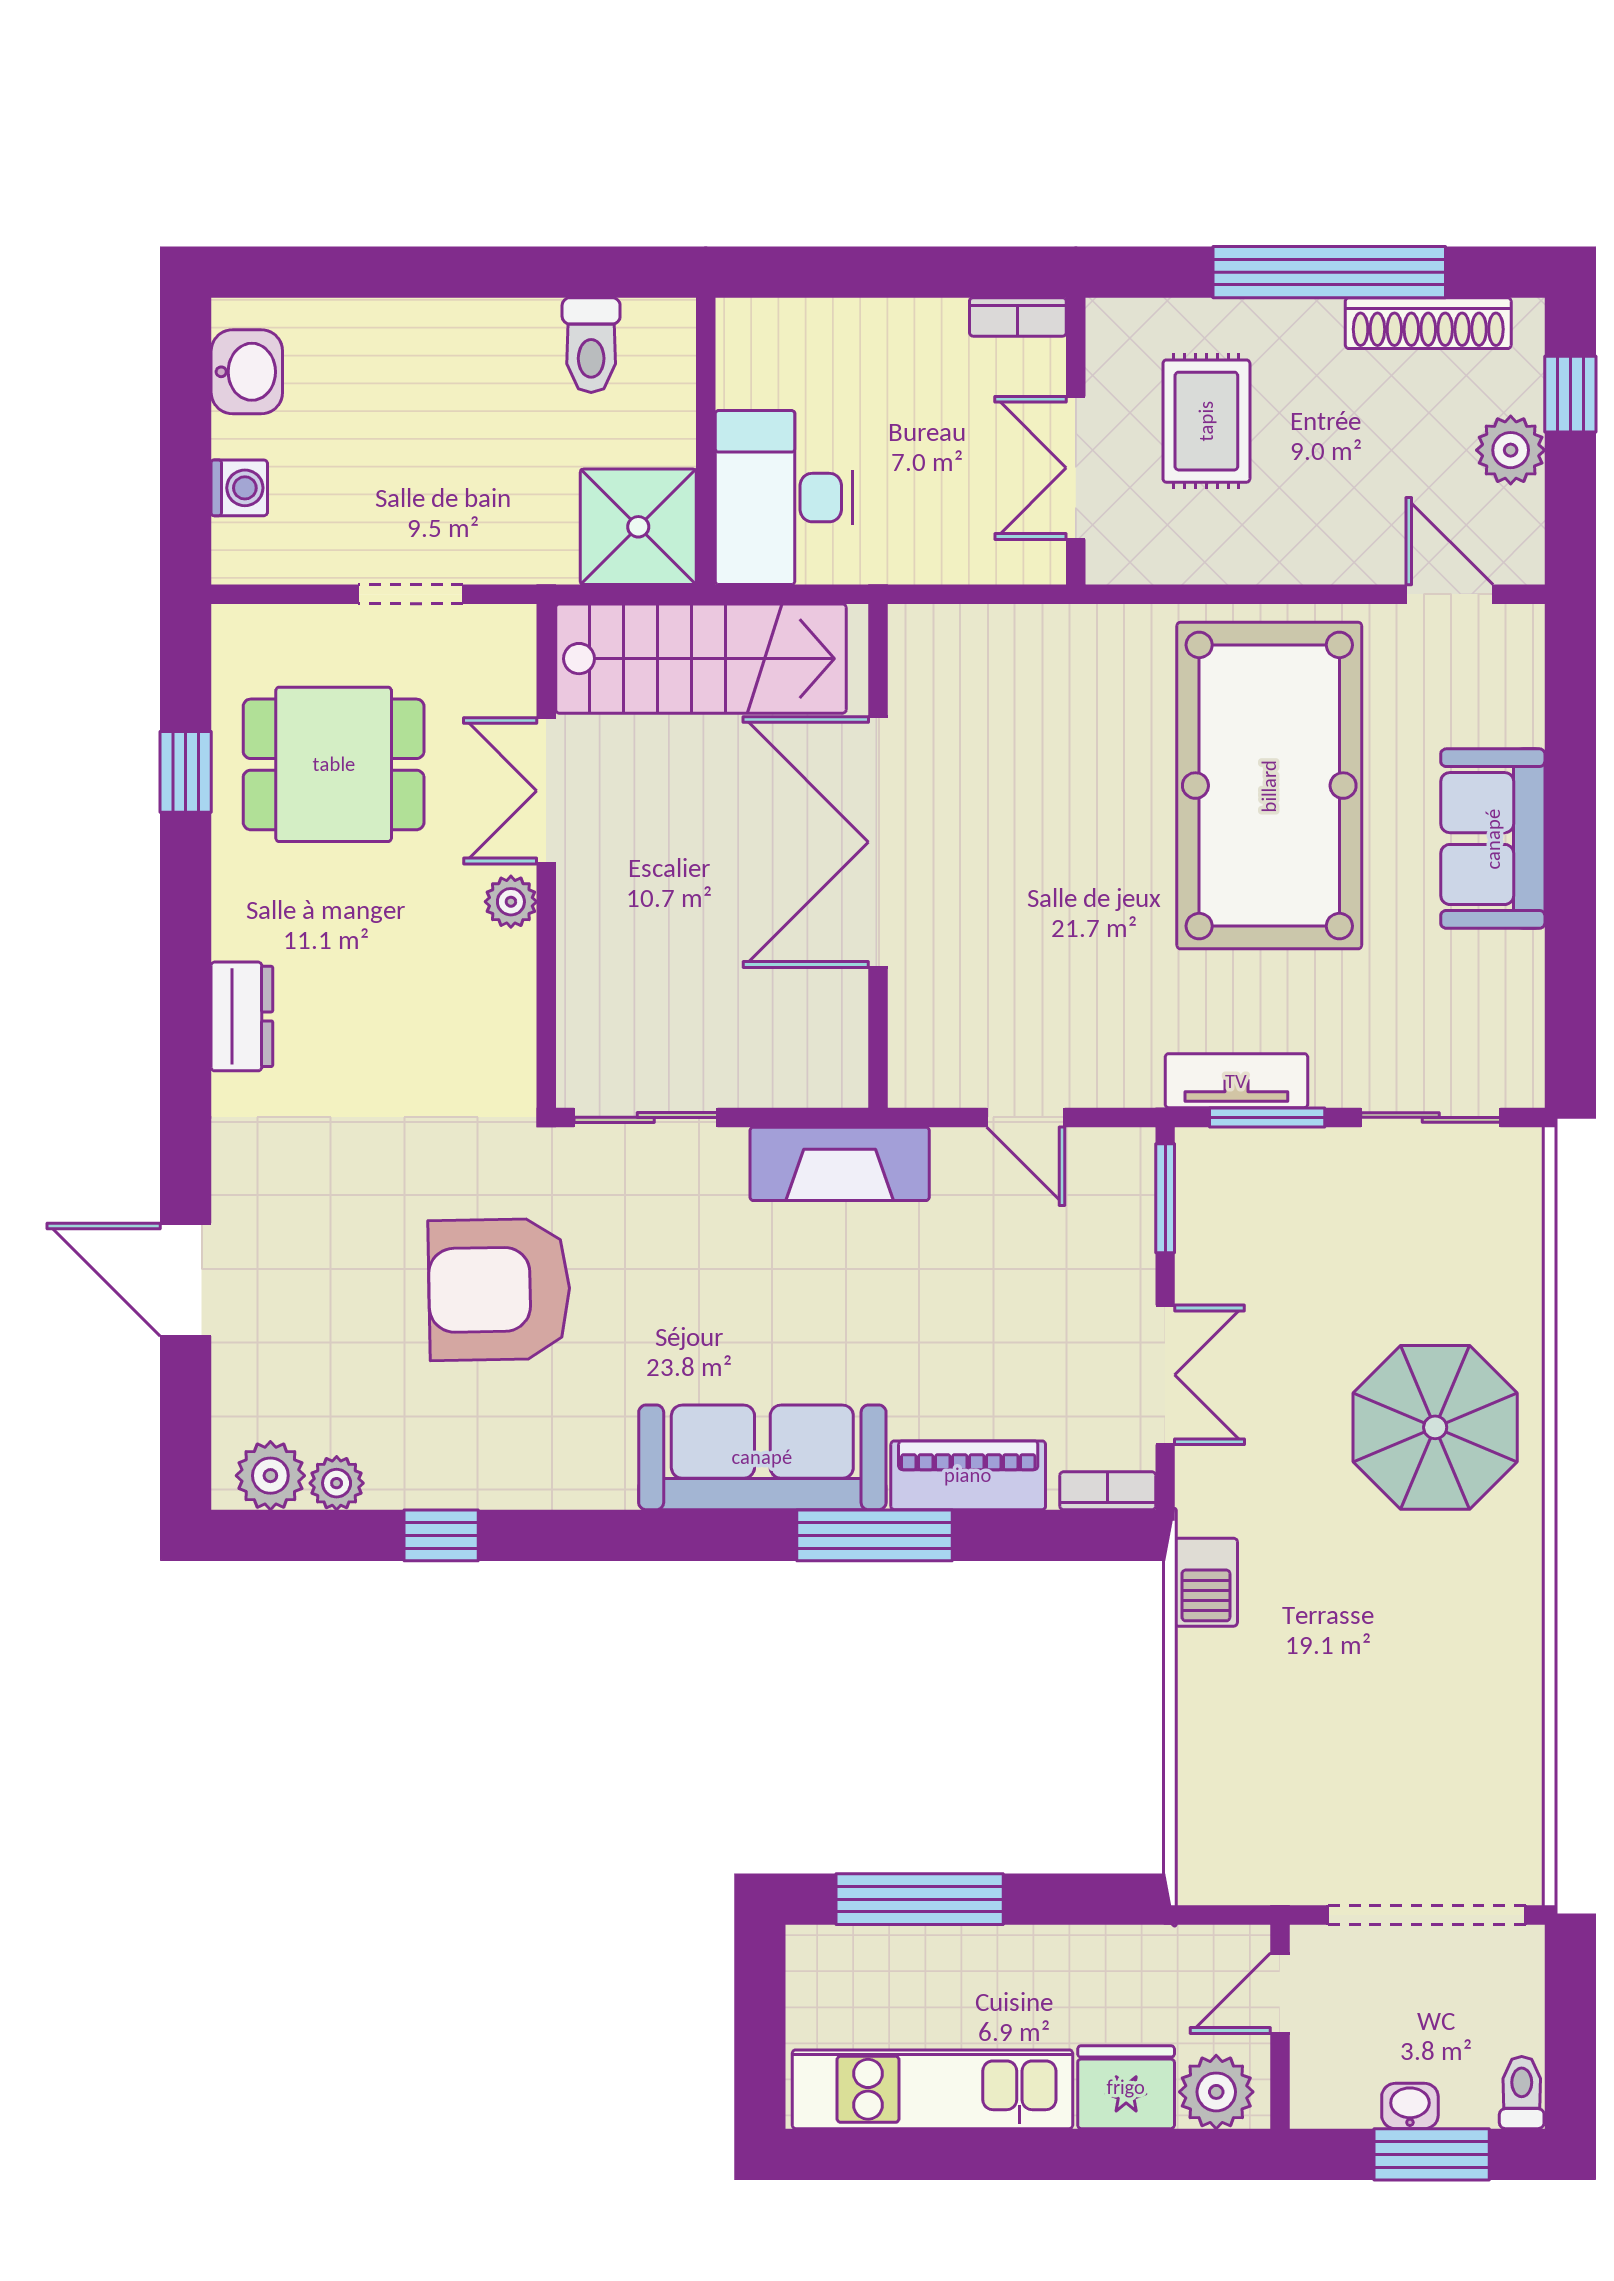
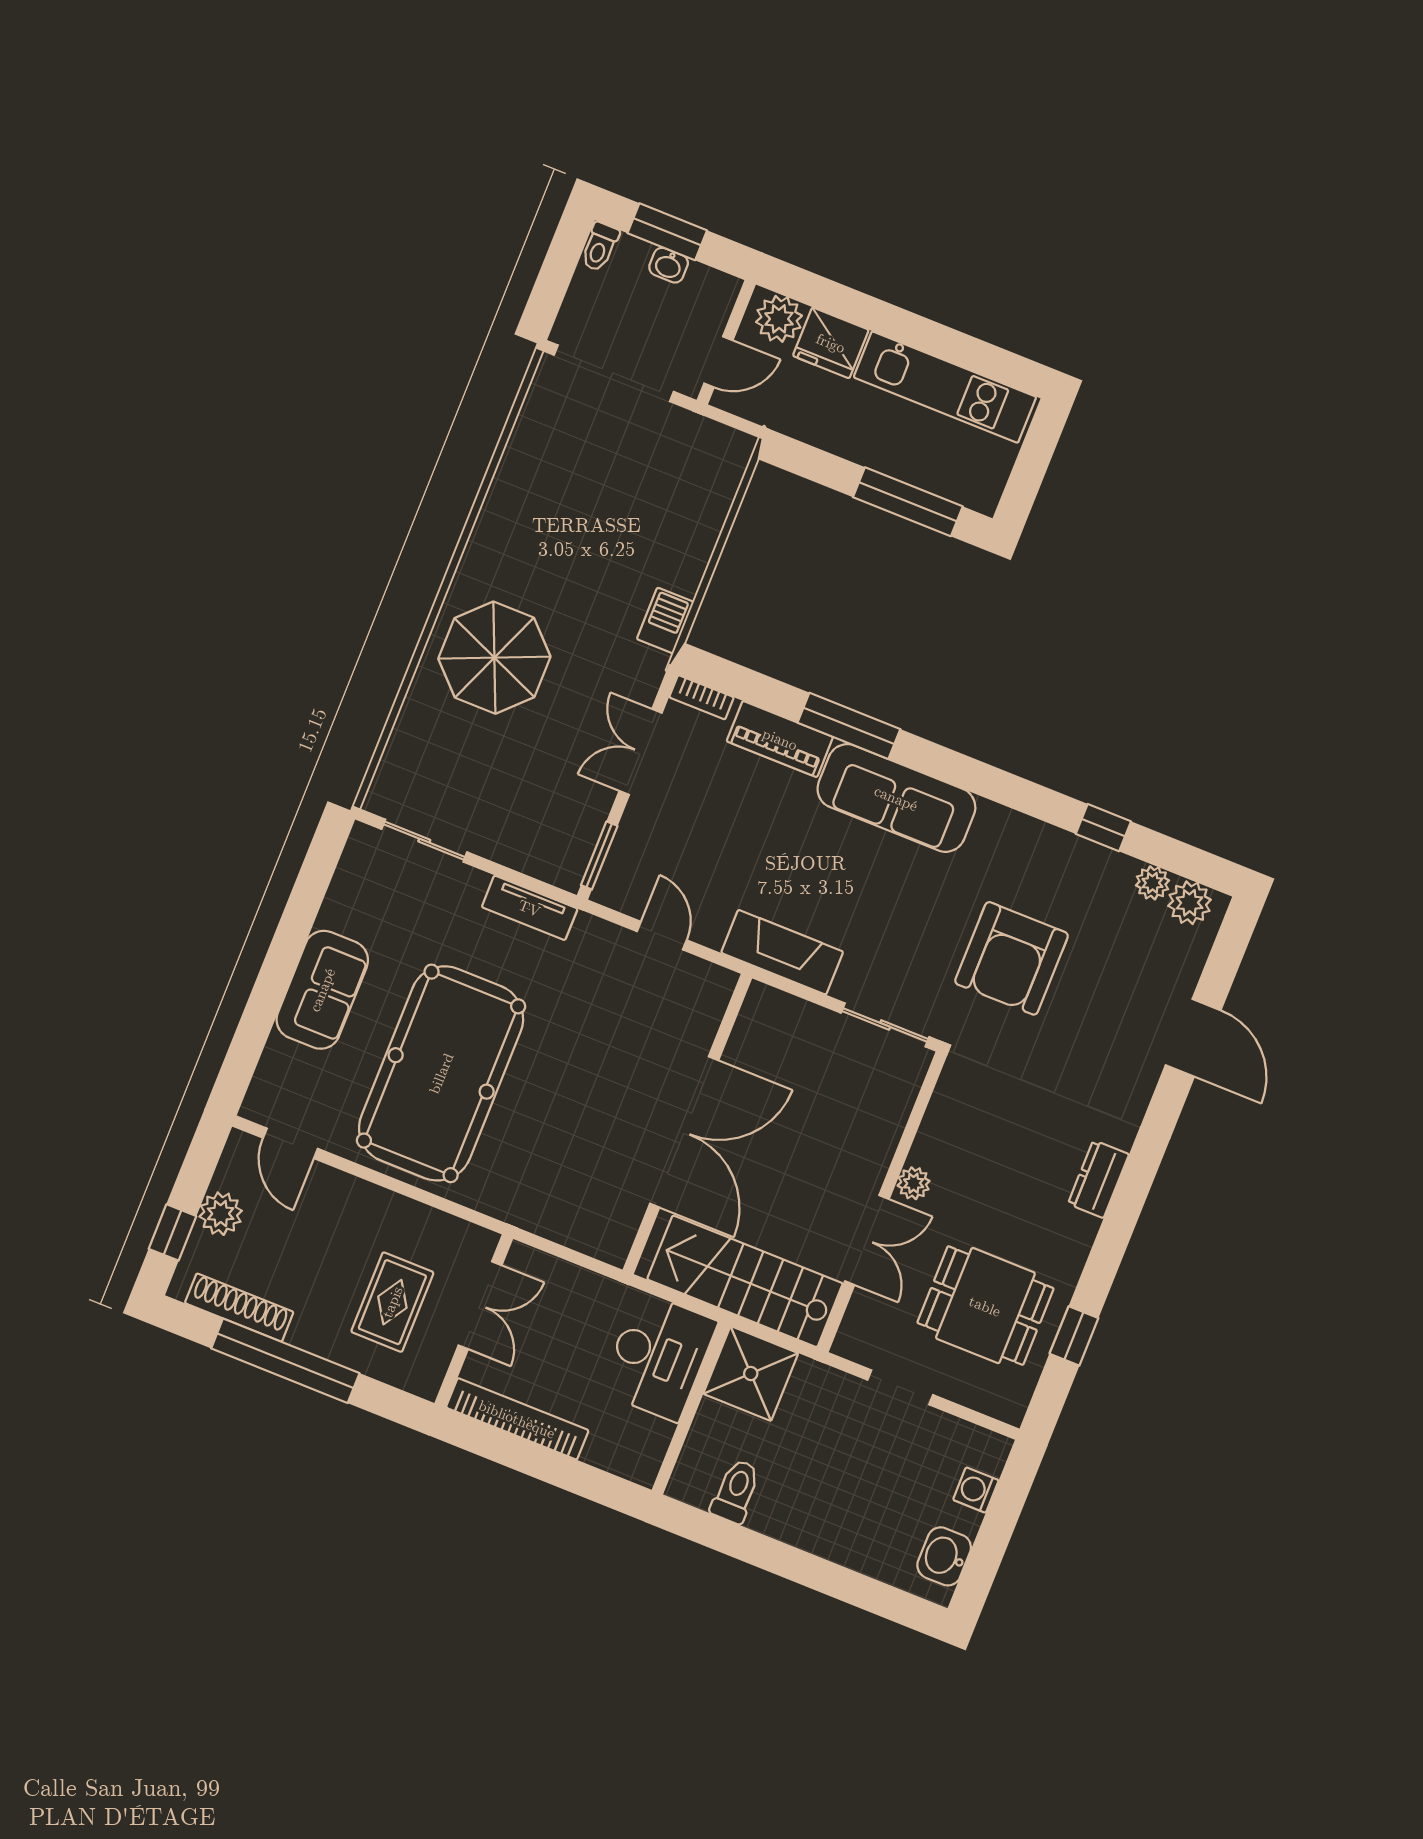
bookcase: (1018, 317) -> (517, 1419), width x2.31, depth x1.31
window: (1267, 1117) -> (520, 879), removed
armchair: (499, 1289) -> (1012, 958), turned 91

